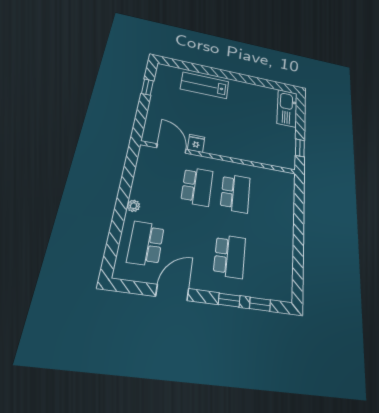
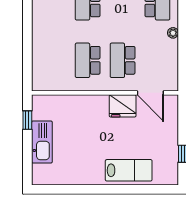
kitchen sink: (287, 108) -> (42, 142), moved
fridge: (196, 143) -> (123, 106), width x1.88, depth x1.34

